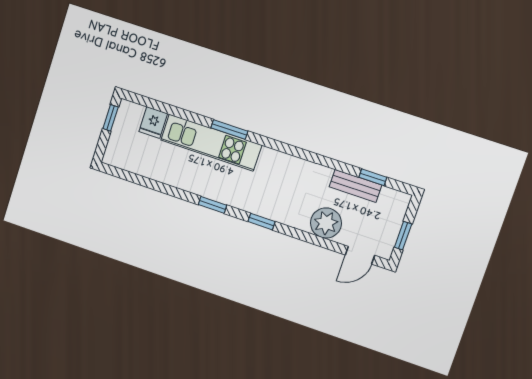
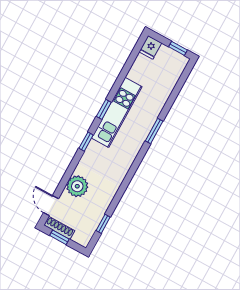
fridge: (153, 123) -> (150, 47), moved, turned -90
kitchen unit: (211, 143) -> (117, 112), moved, turned 180
bench: (355, 186) -> (99, 211), removed
shoe rack: (390, 238) -> (59, 228), added

